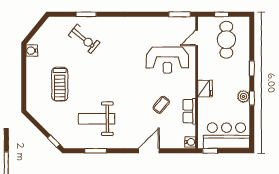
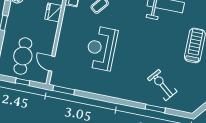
door: (197, 38) -> (52, 64), swing flipped
reception desk: (167, 60) -> (101, 48), moved, turned -90

